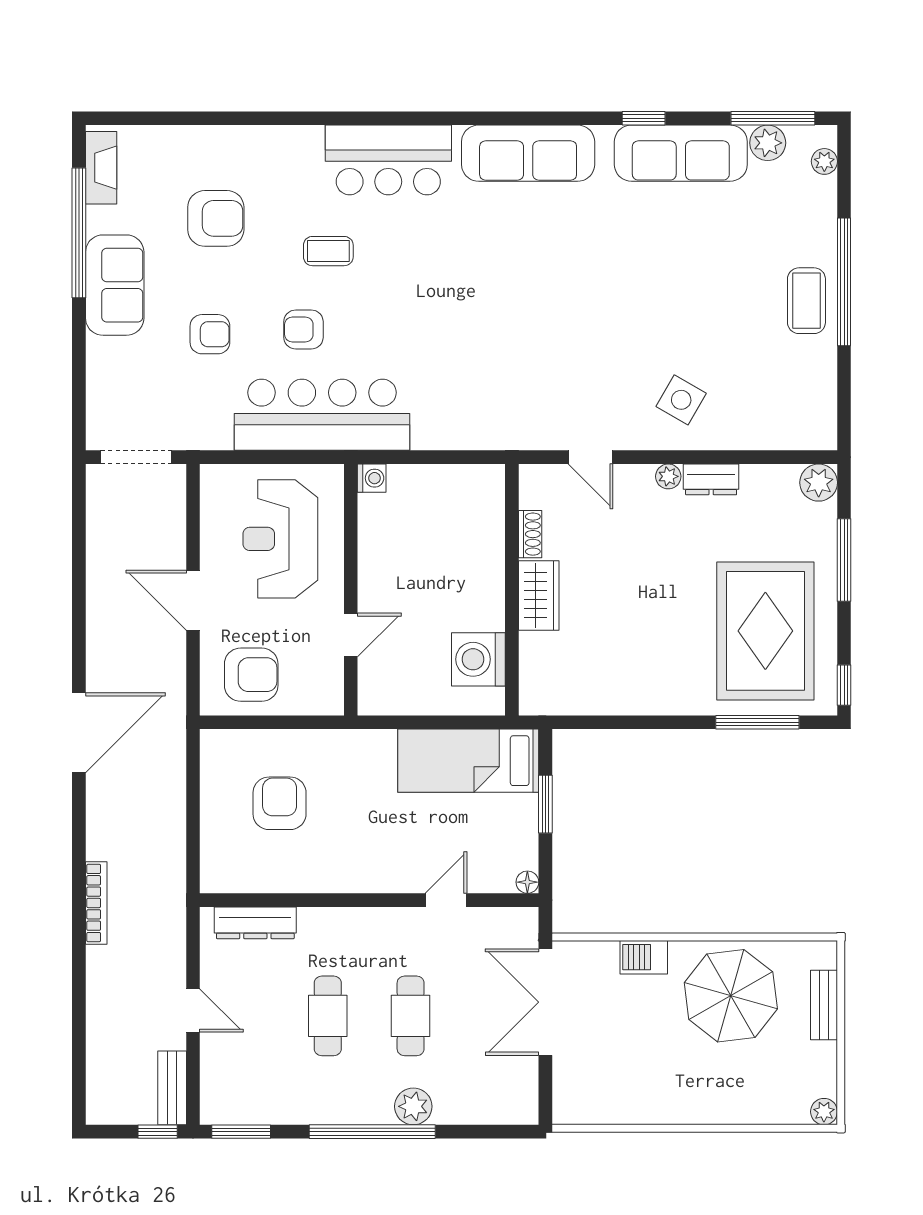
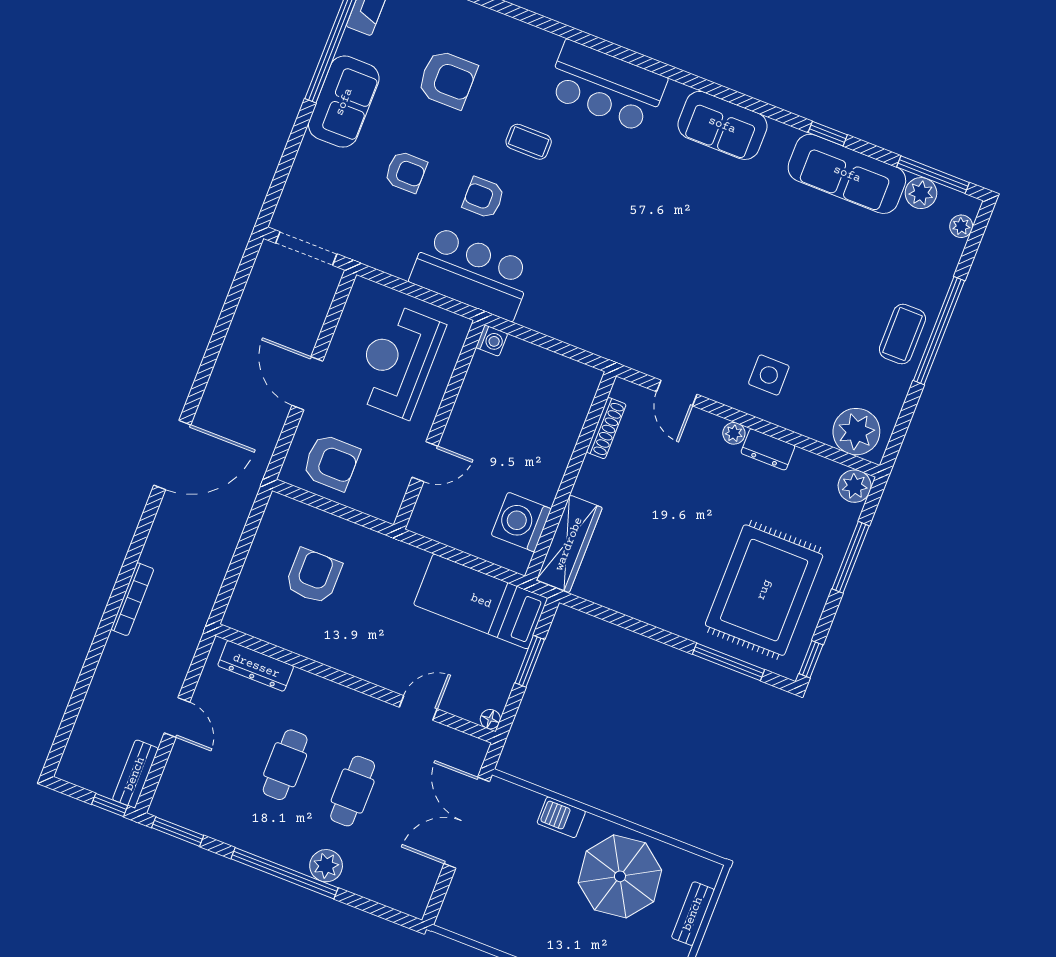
sofa: (528, 153) -> (722, 125), width x0.73
side table: (681, 400) -> (769, 375), turned -30
bar counter: (322, 415) -> (471, 273), width x0.73
plant: (798, 424) -> (856, 432), added
shoe rack: (530, 534) -> (606, 428), width x1.43
wardrobe: (539, 595) -> (569, 544), moved, width x1.50

